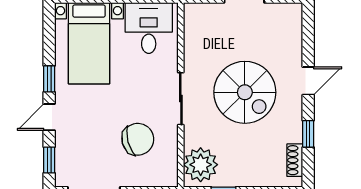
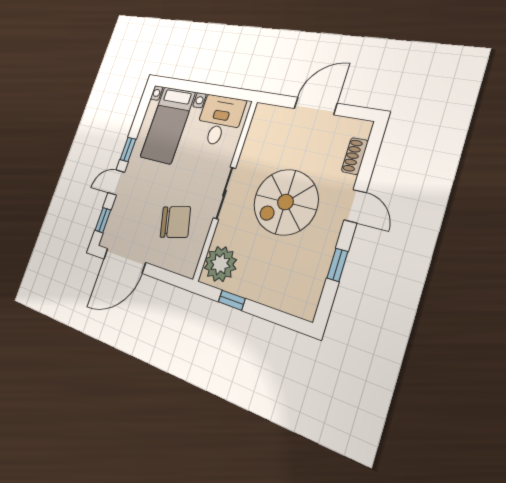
door: (308, 81) -> (355, 206), hinge flipped
spiral stairs: (245, 92) -> (285, 202), turned 90
shoe rack: (295, 160) -> (355, 156), moved

